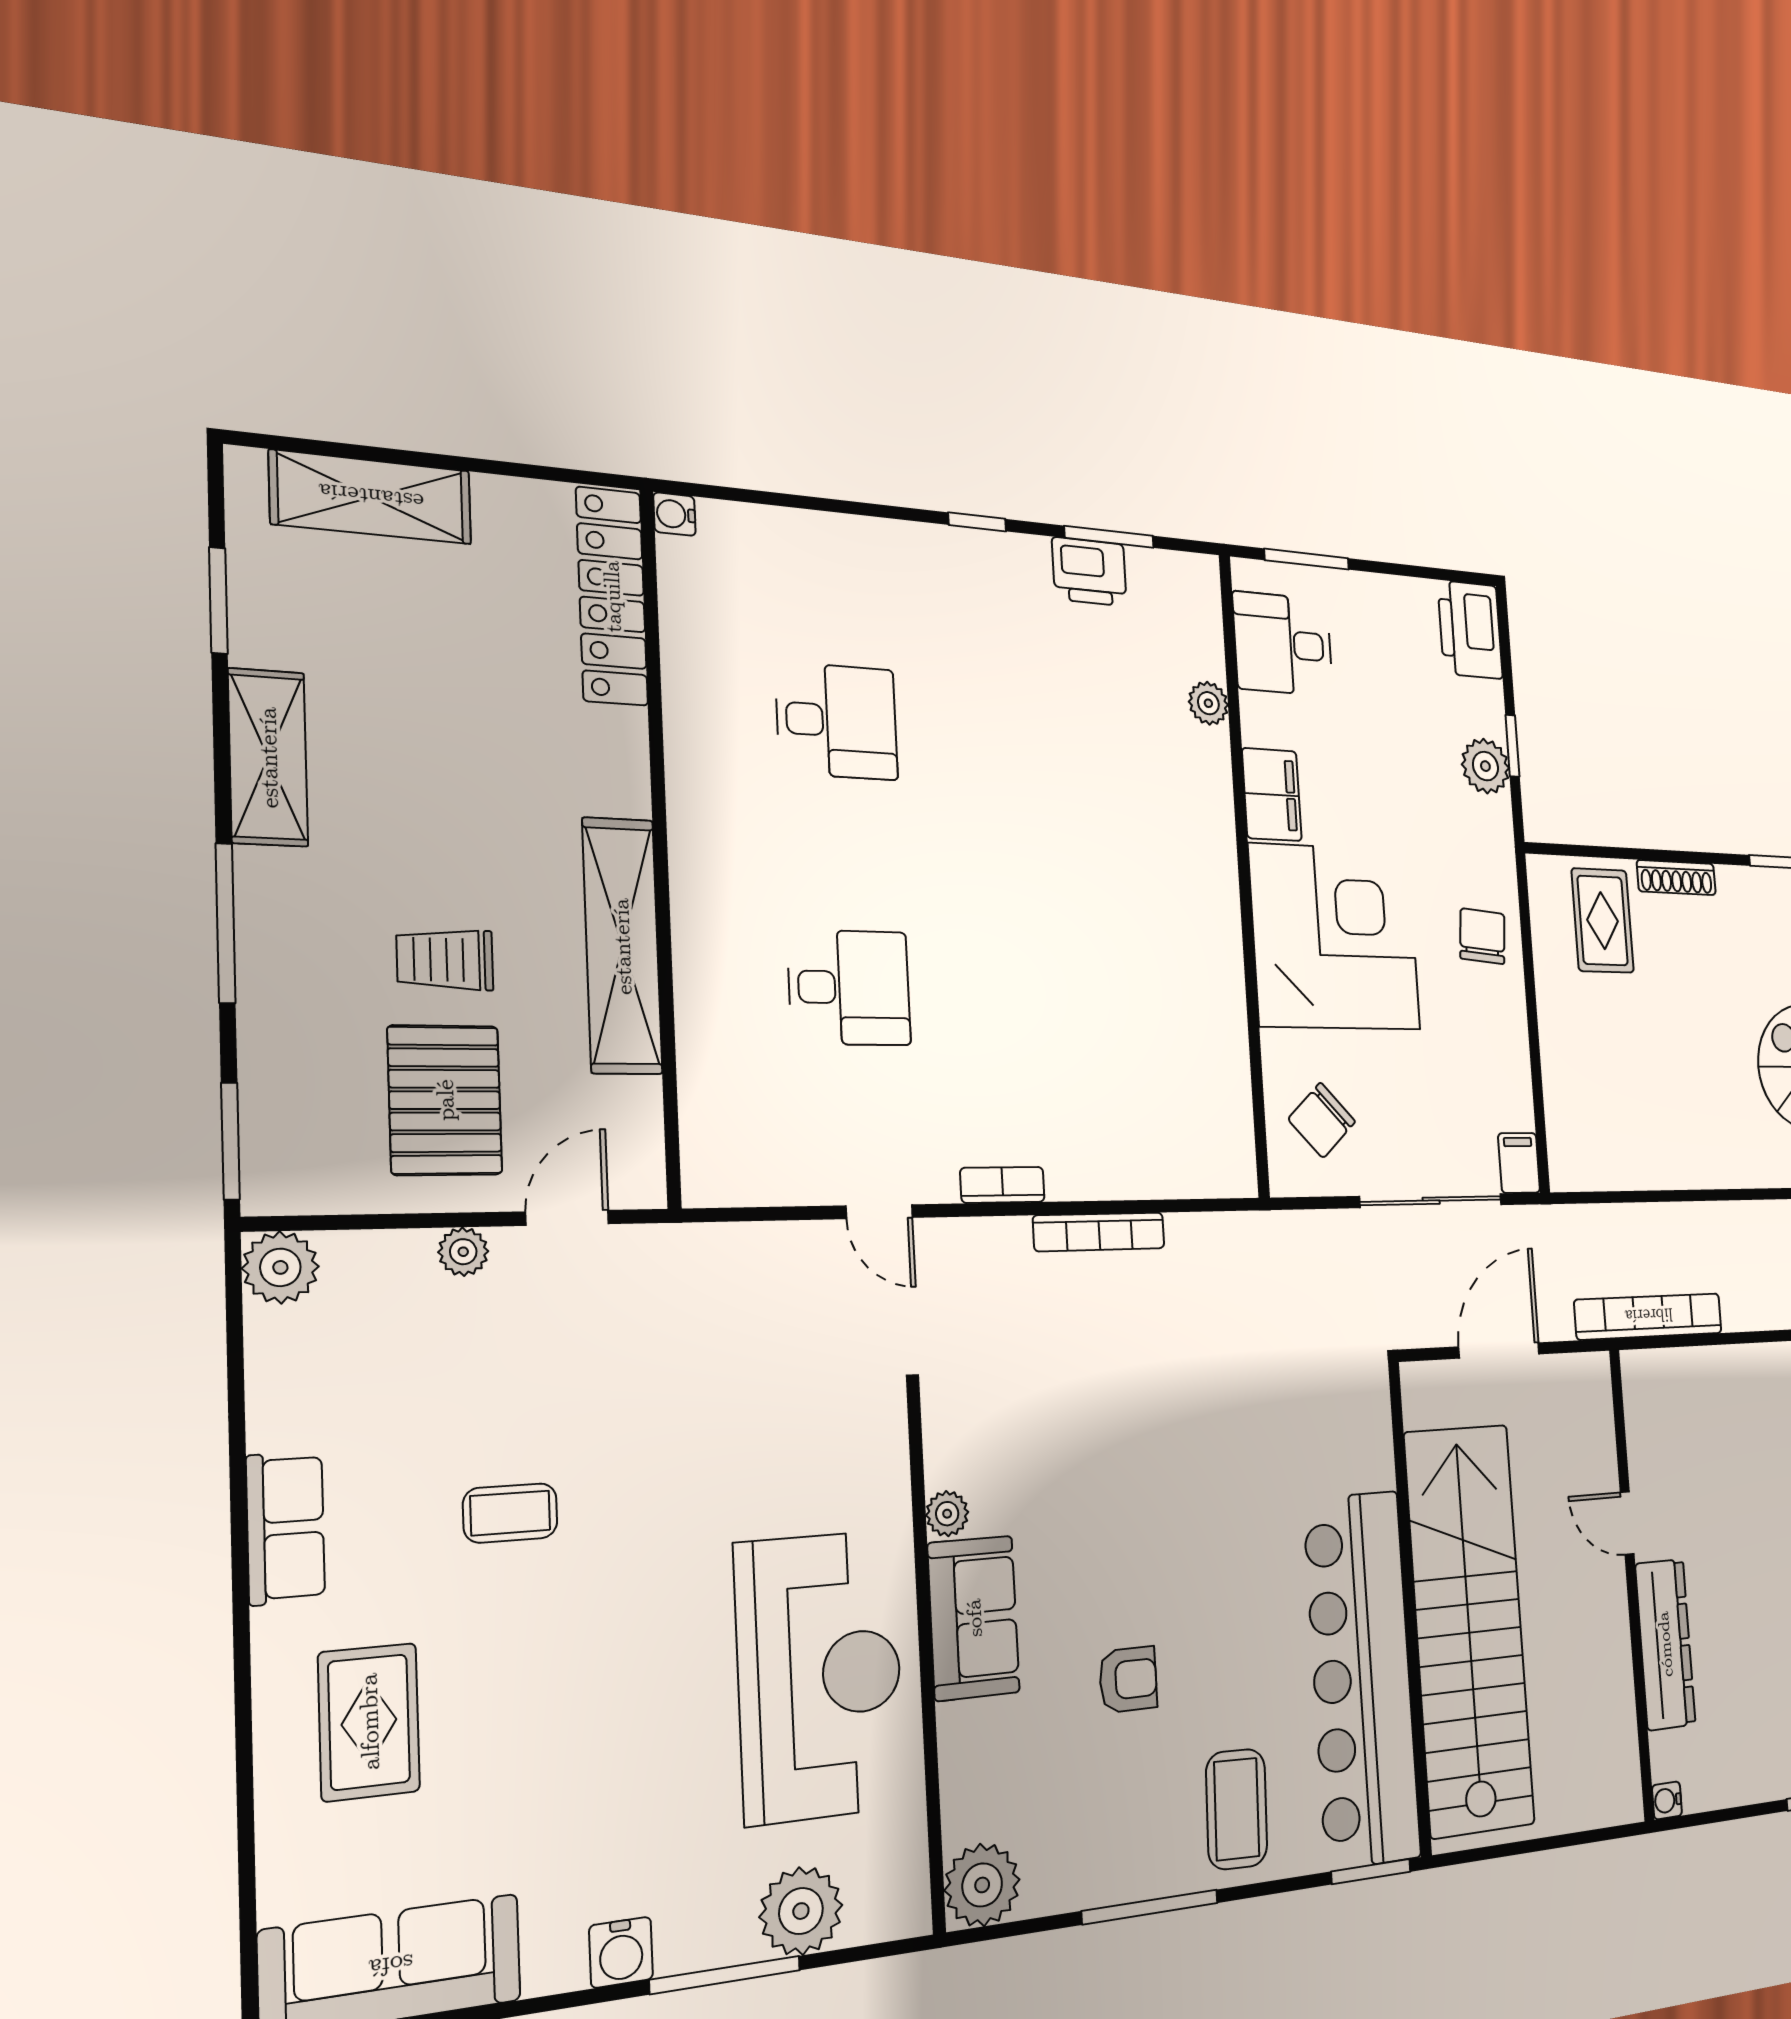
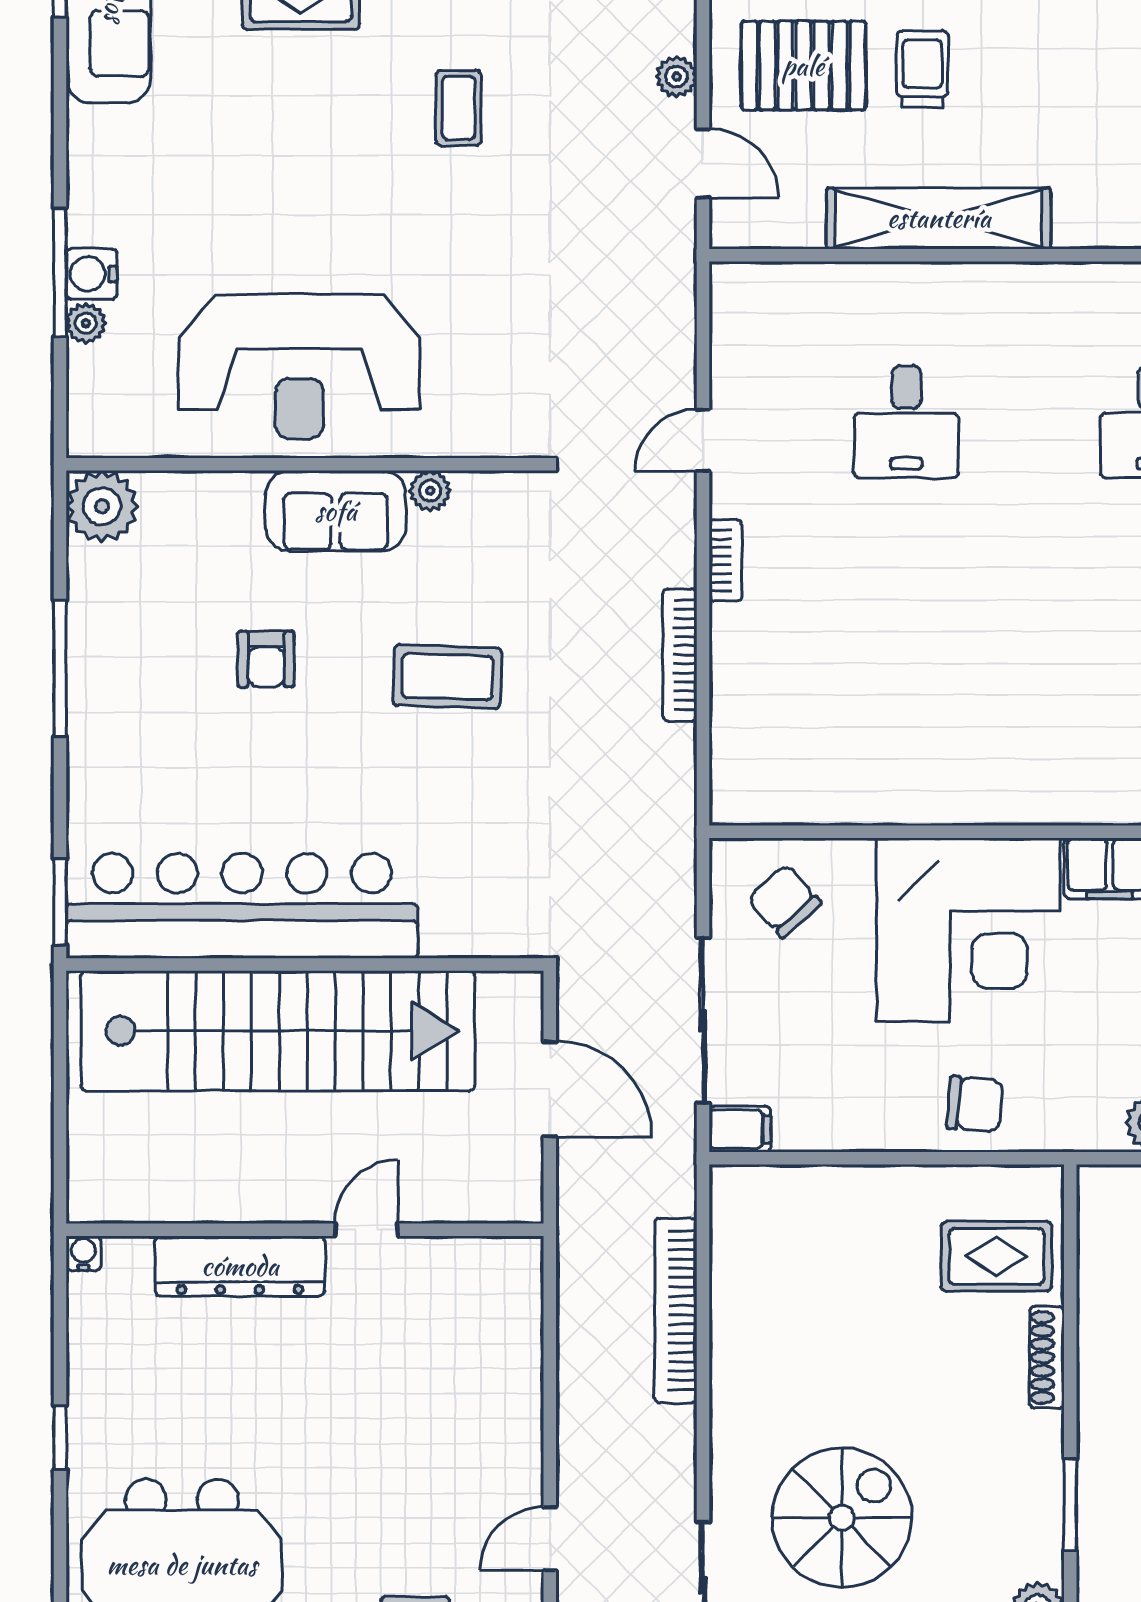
bookcase: (1649, 1316) -> (676, 1310), moved, turned 180
coffee table: (1237, 1809) -> (447, 677), moved
plant: (801, 1911) -> (86, 323), width x0.53, depth x0.53
water cooler: (621, 1952) -> (92, 274), moved

